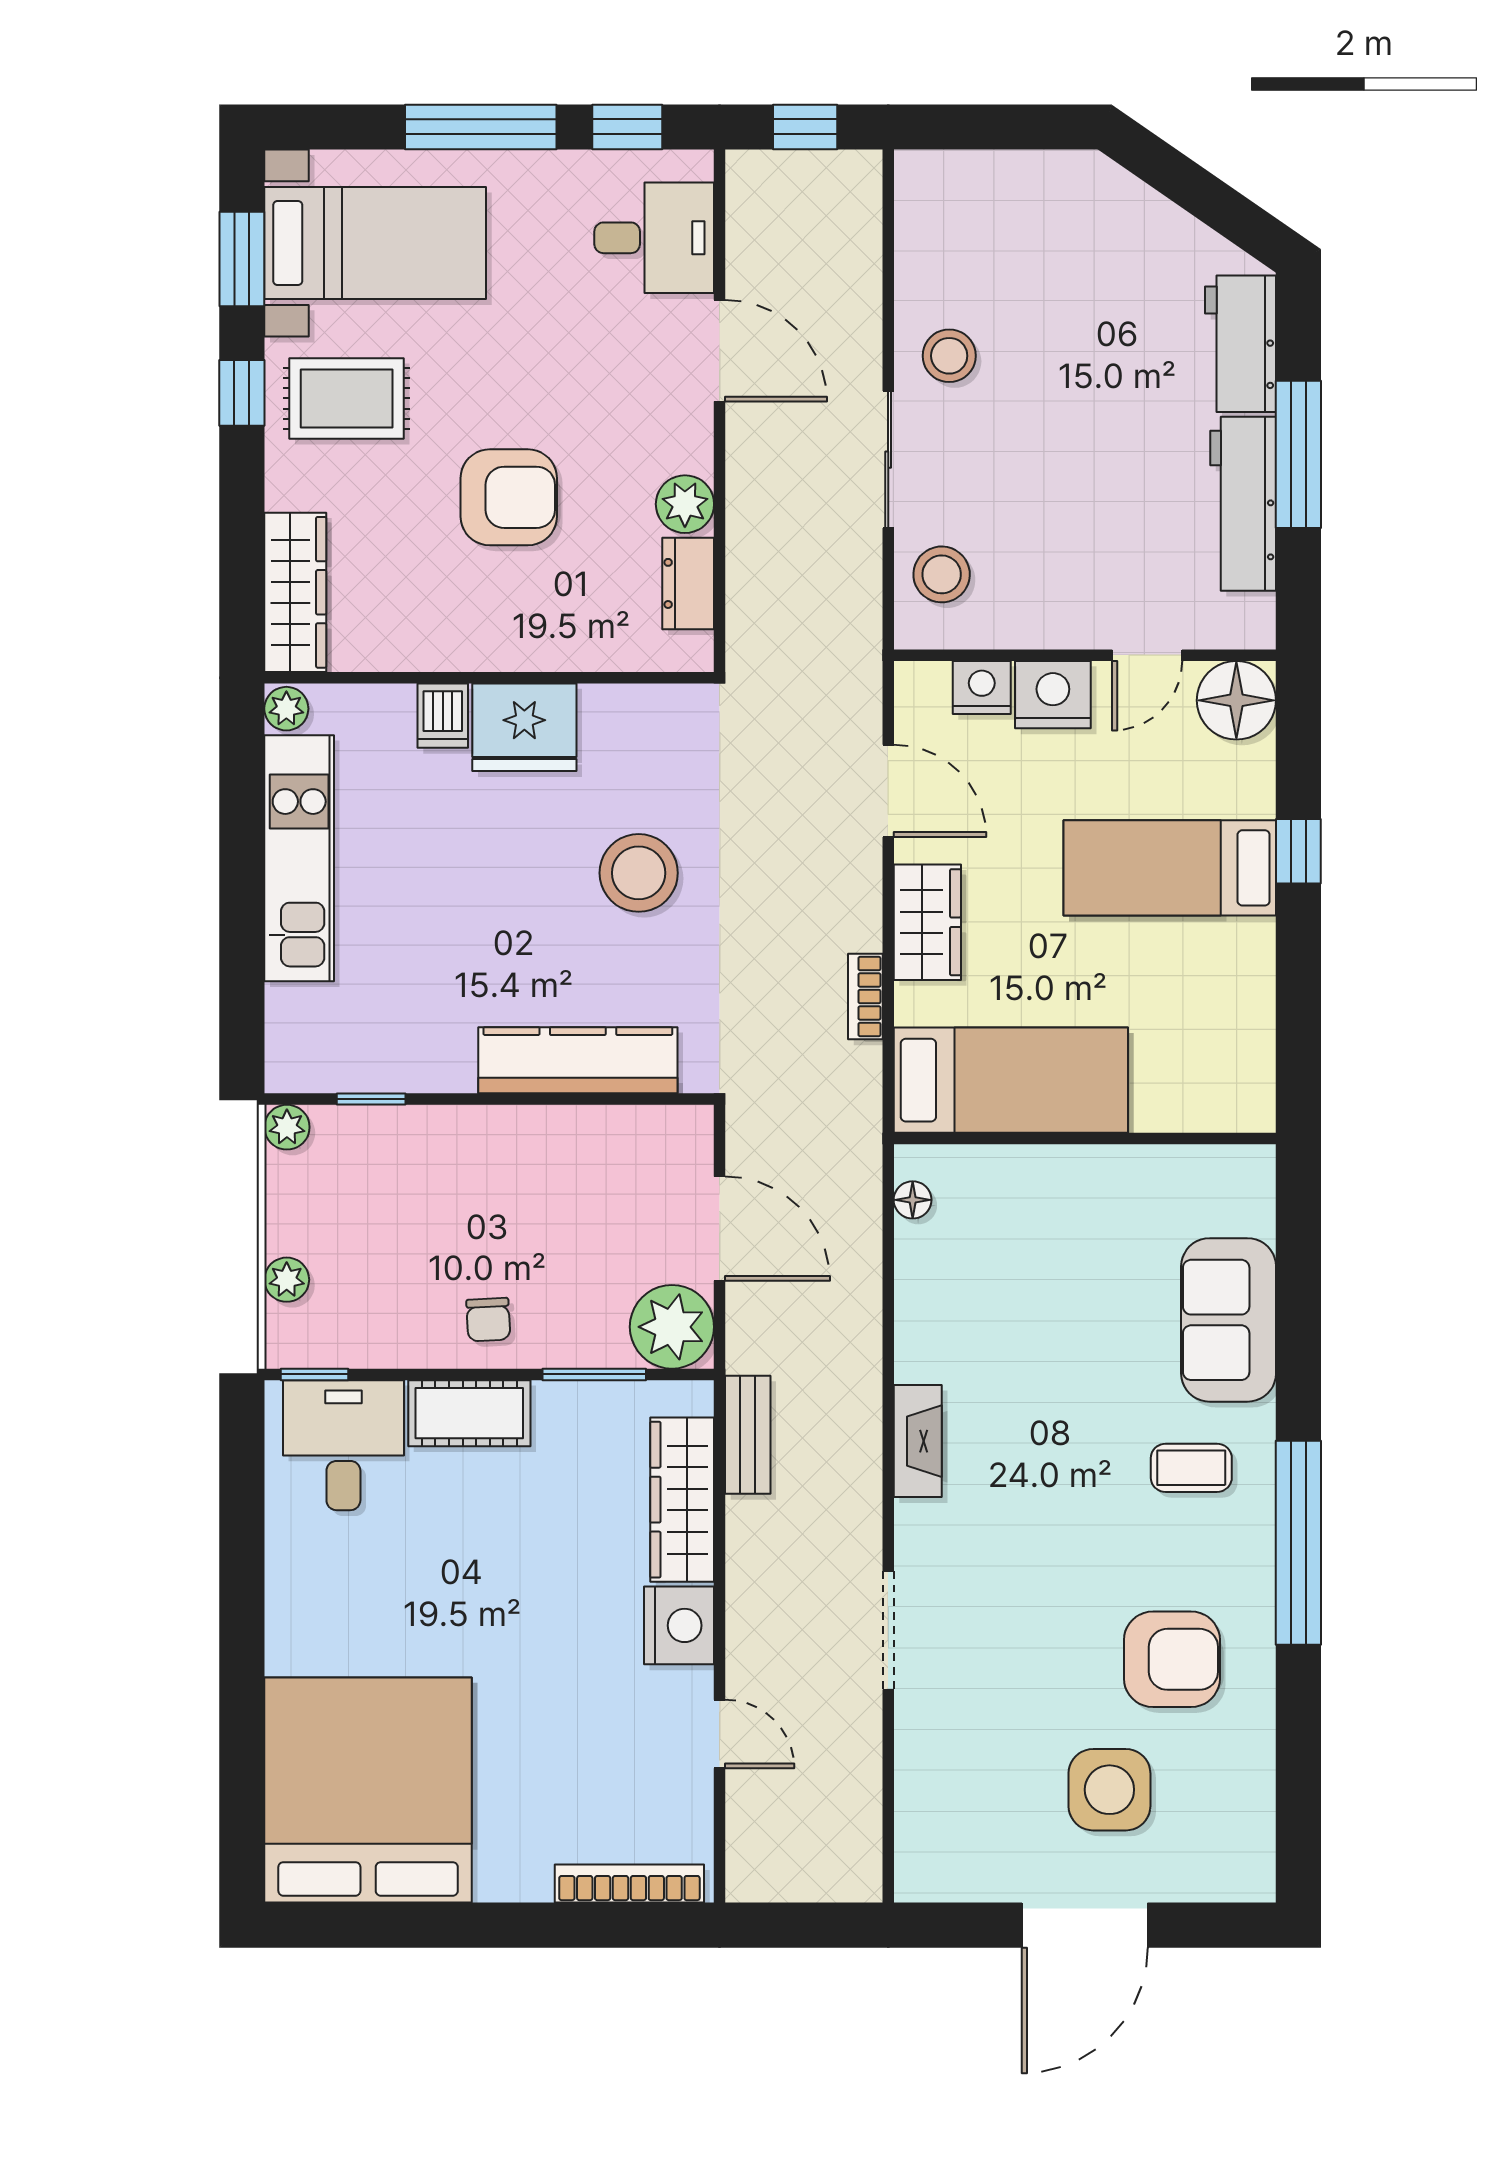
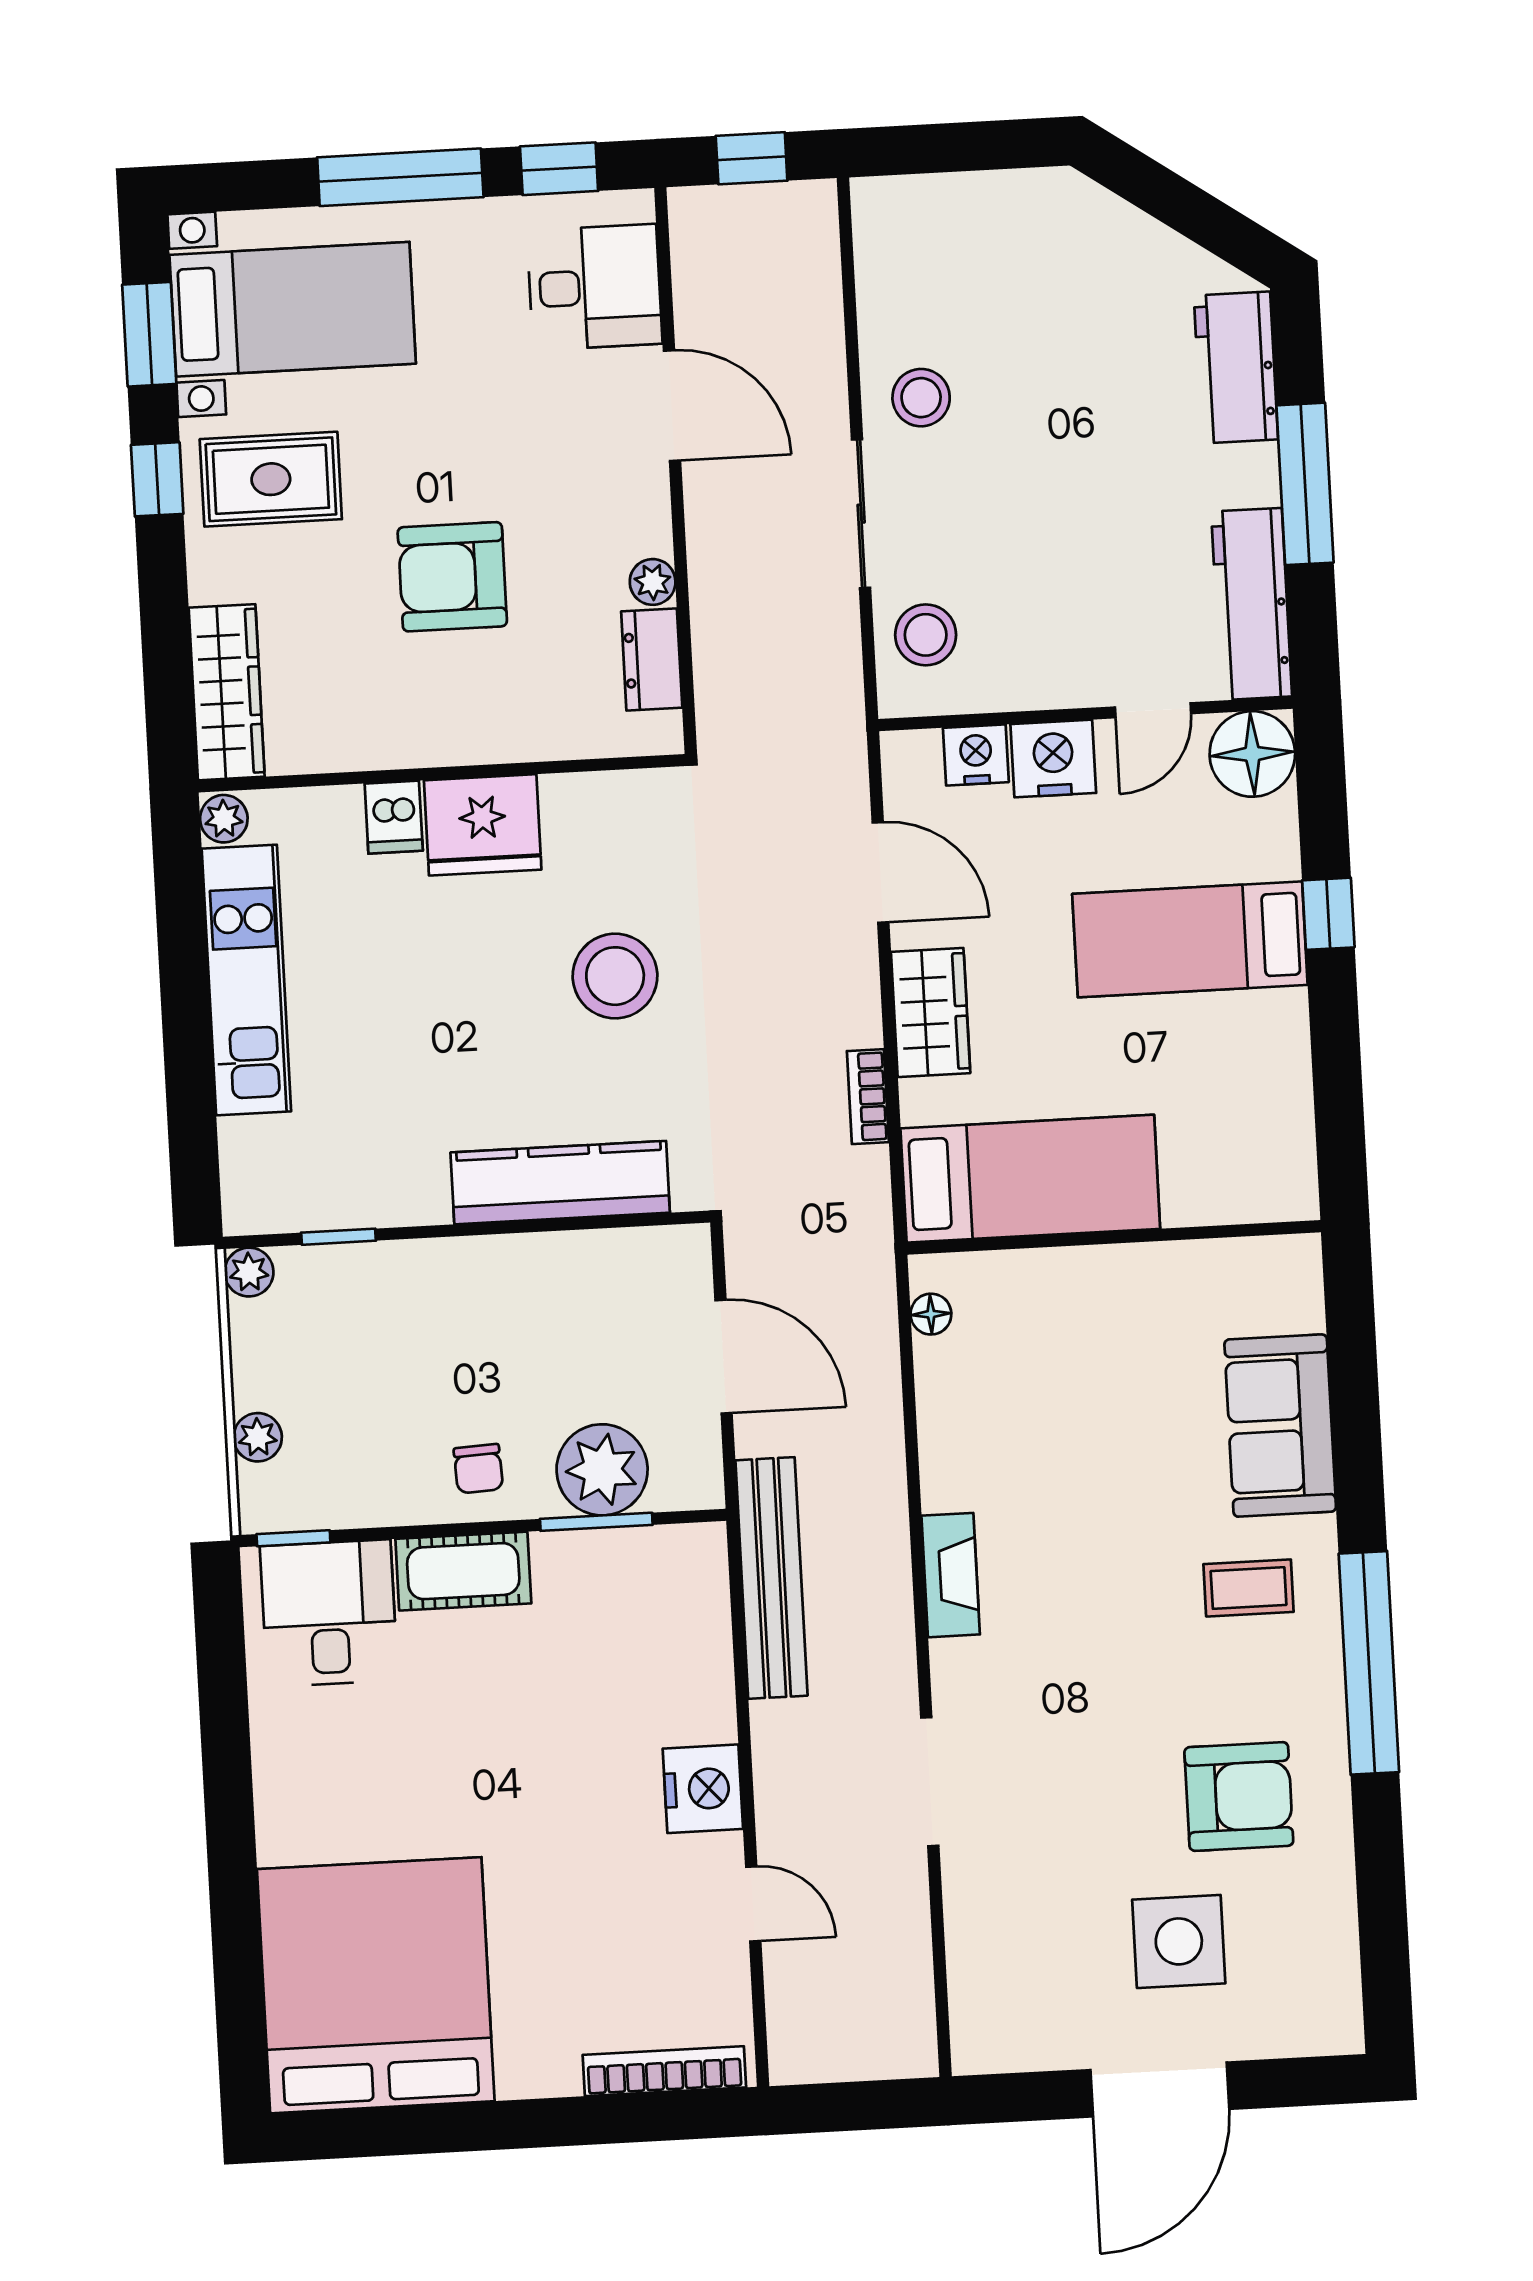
armchair: (509, 497) -> (452, 577), turned 180
plant: (685, 504) -> (653, 582), width x0.73, depth x0.73
workbench: (1243, 504) -> (1252, 604), moved
plant: (672, 1327) -> (602, 1470), moved
bench: (748, 1435) -> (771, 1578), width x1.86, depth x1.21
wardrobe: (682, 1500) -> (699, 1652), removed

